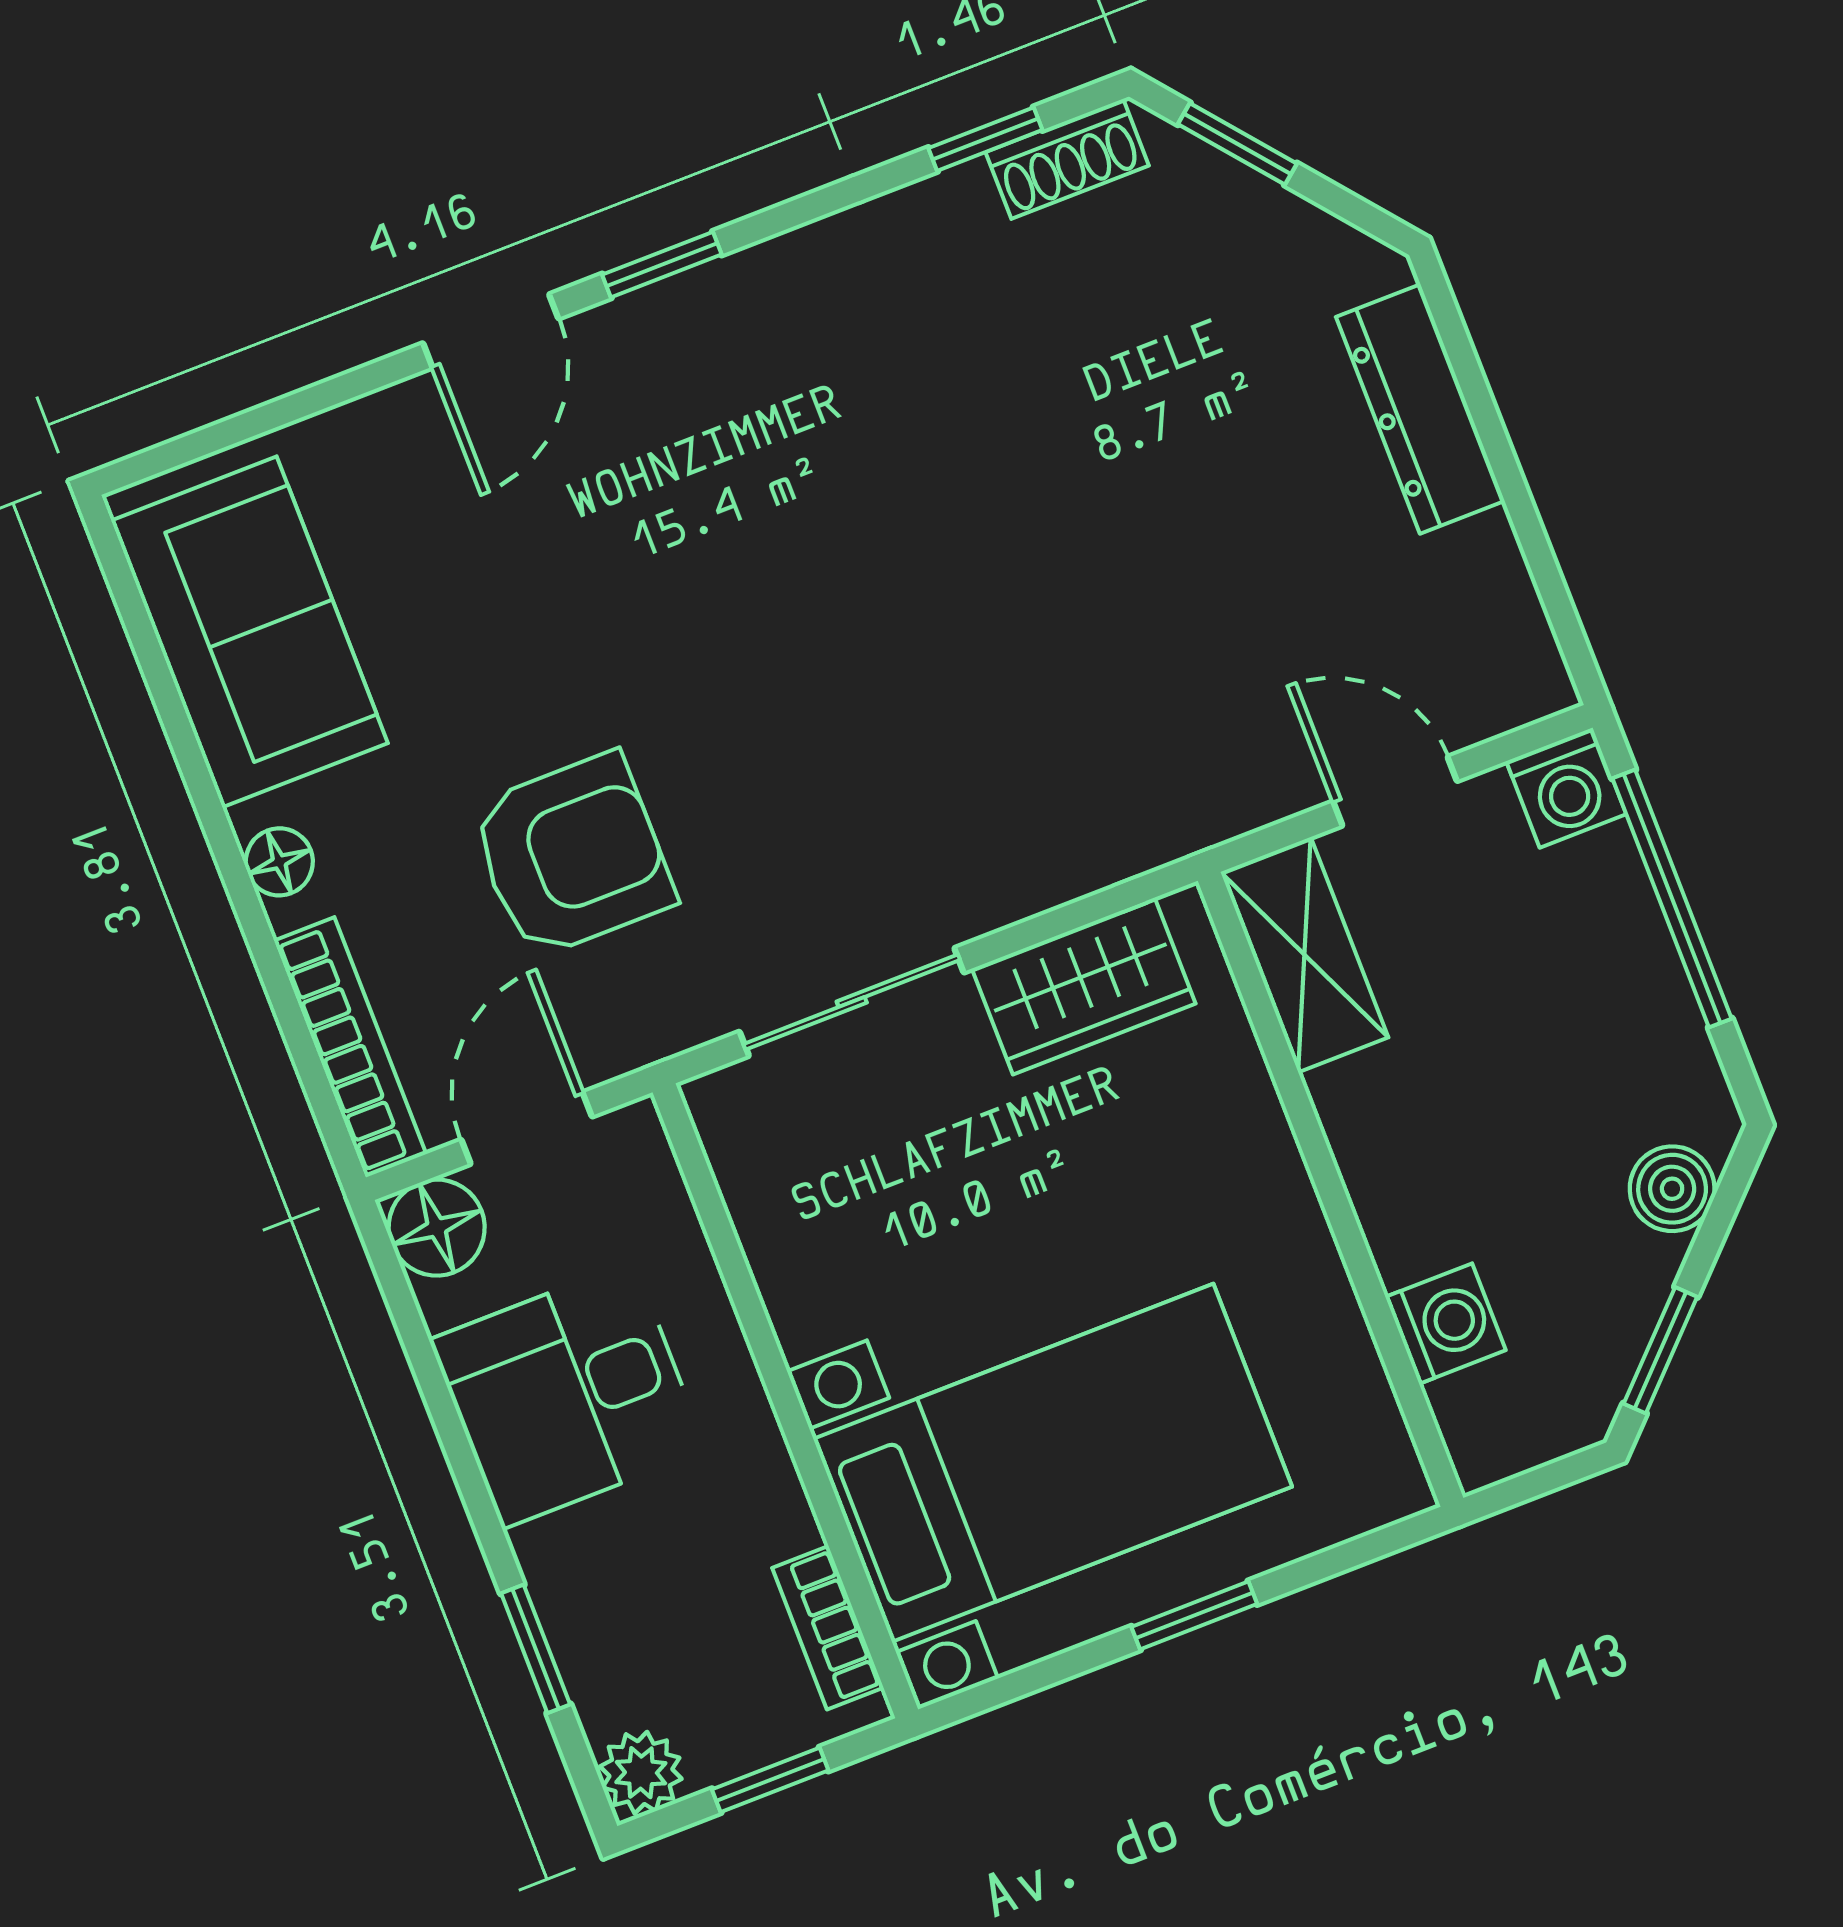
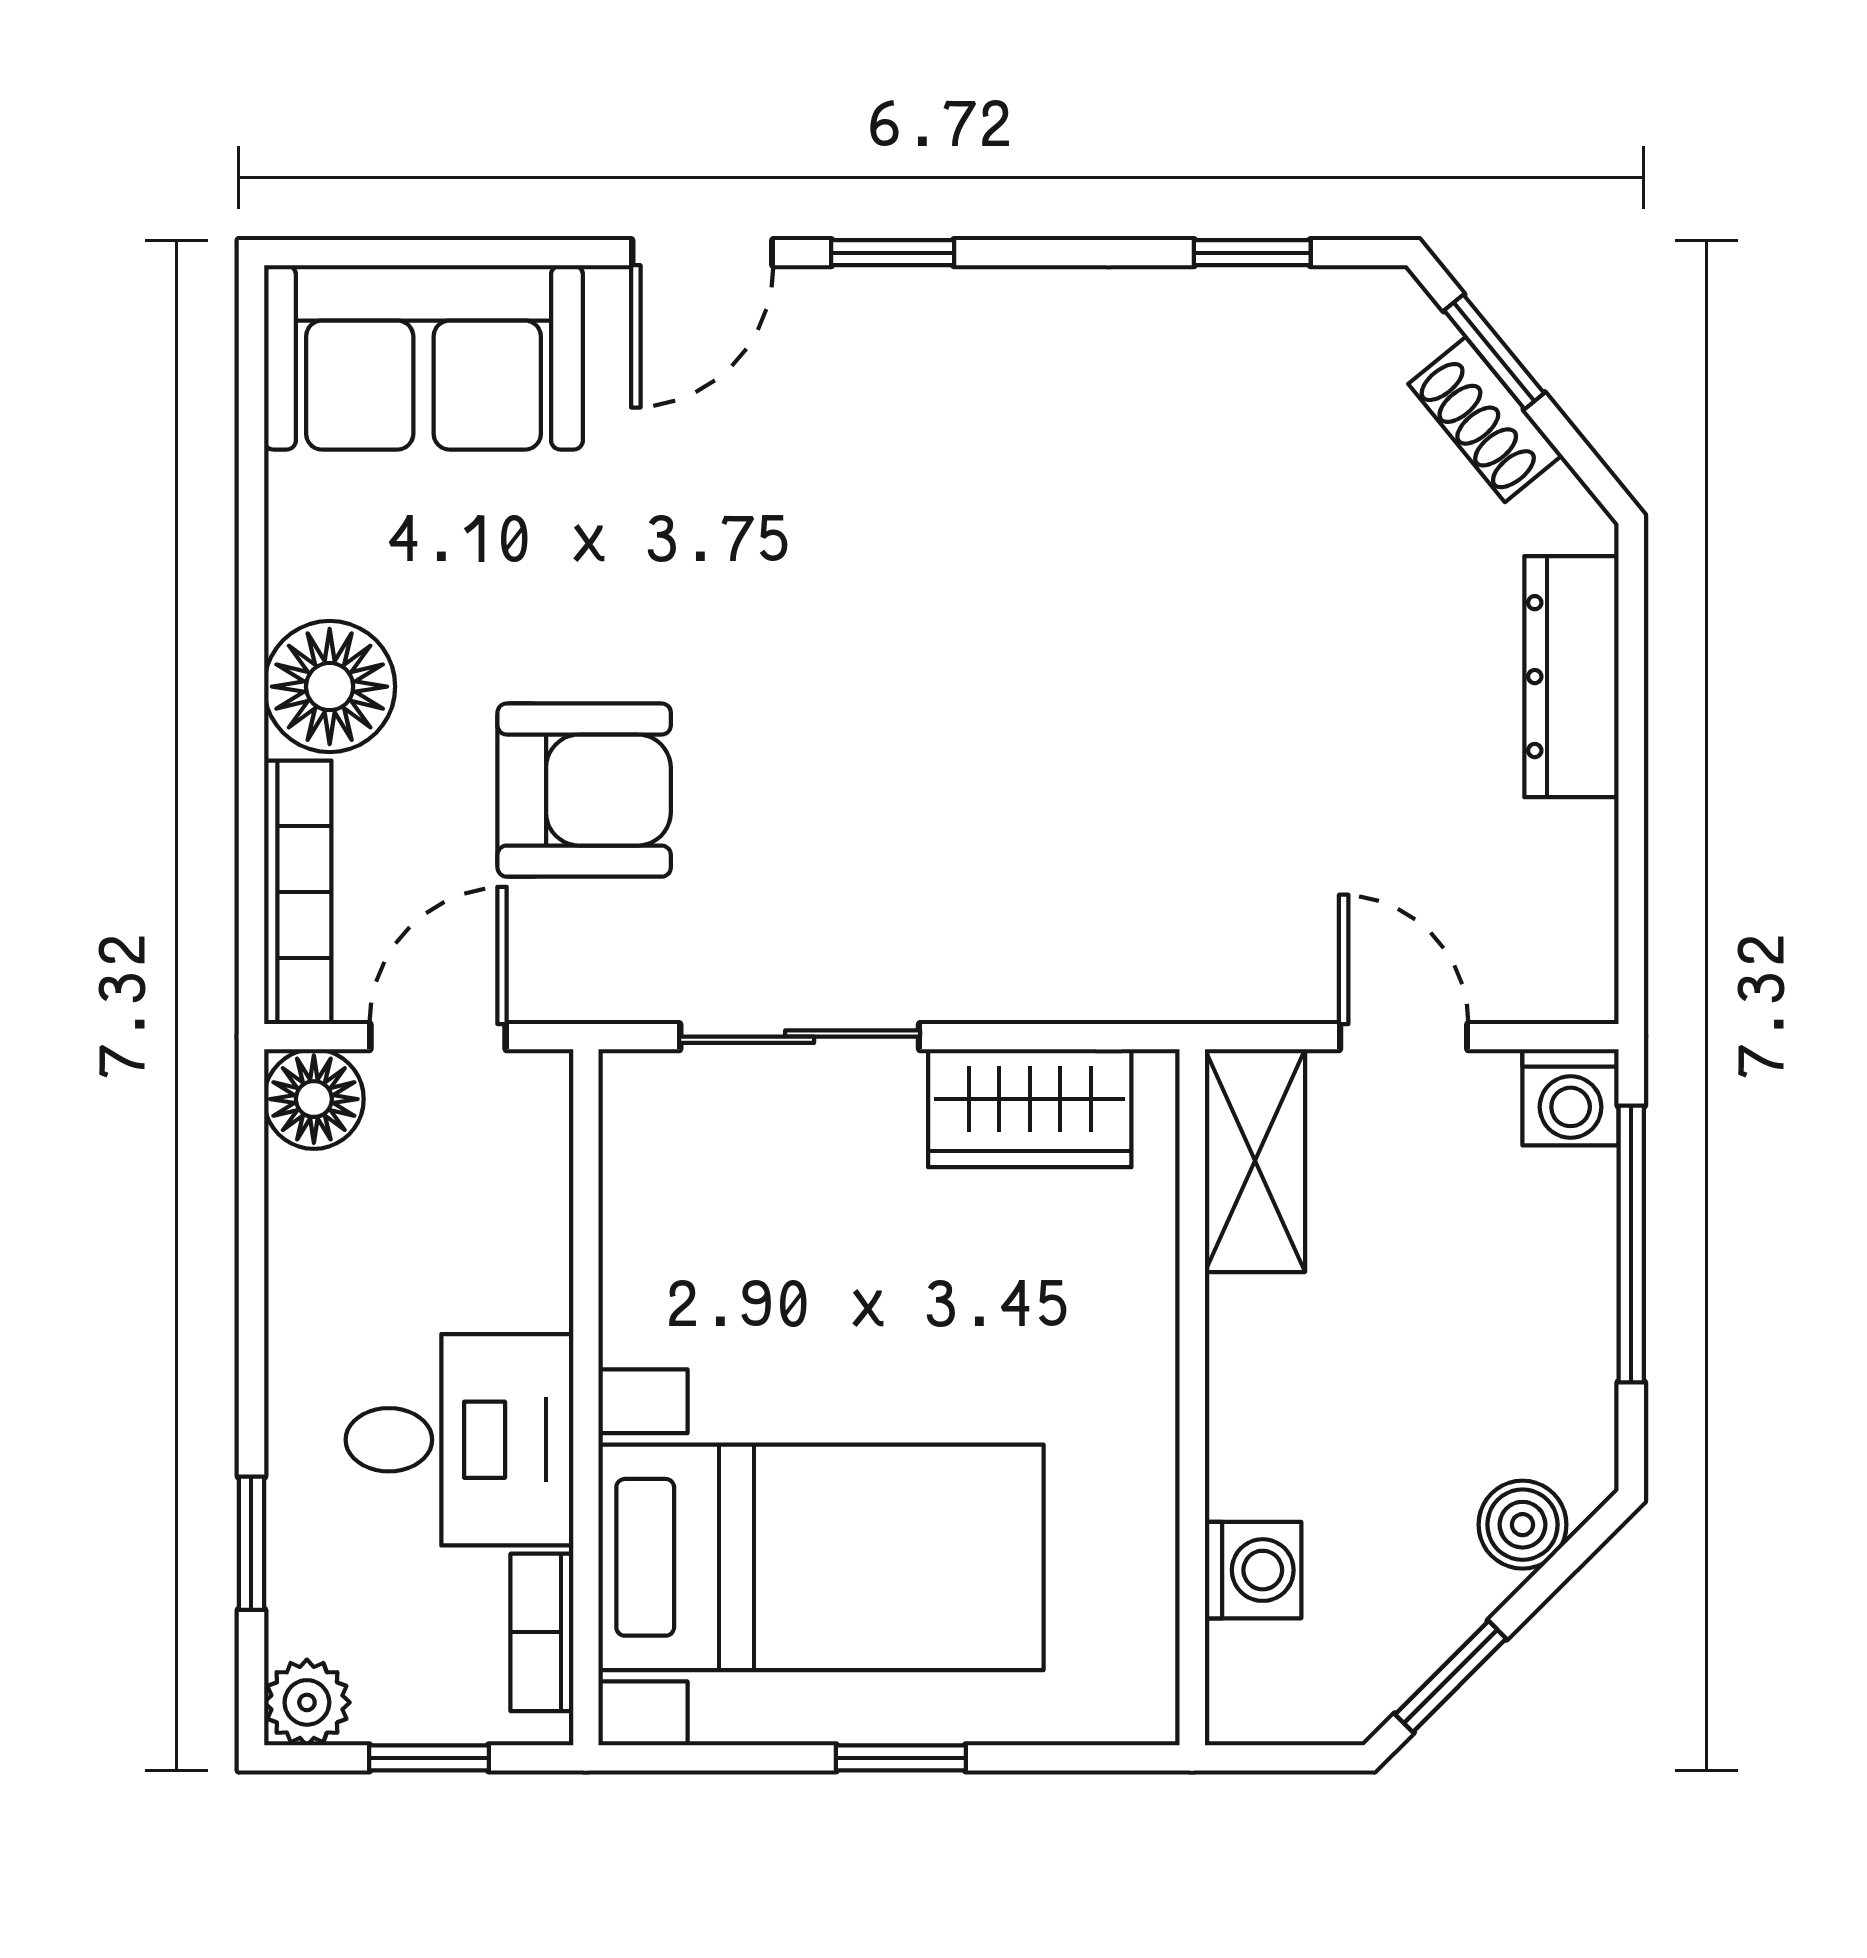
shoe rack: (1067, 159) -> (1485, 420), moved, turned 51
sofa: (249, 632) -> (423, 357), moved, turned 90
floor lamp: (279, 862) -> (330, 687), width x1.89, depth x1.89
desk: (568, 1395) -> (459, 1440), moved, turned 180

